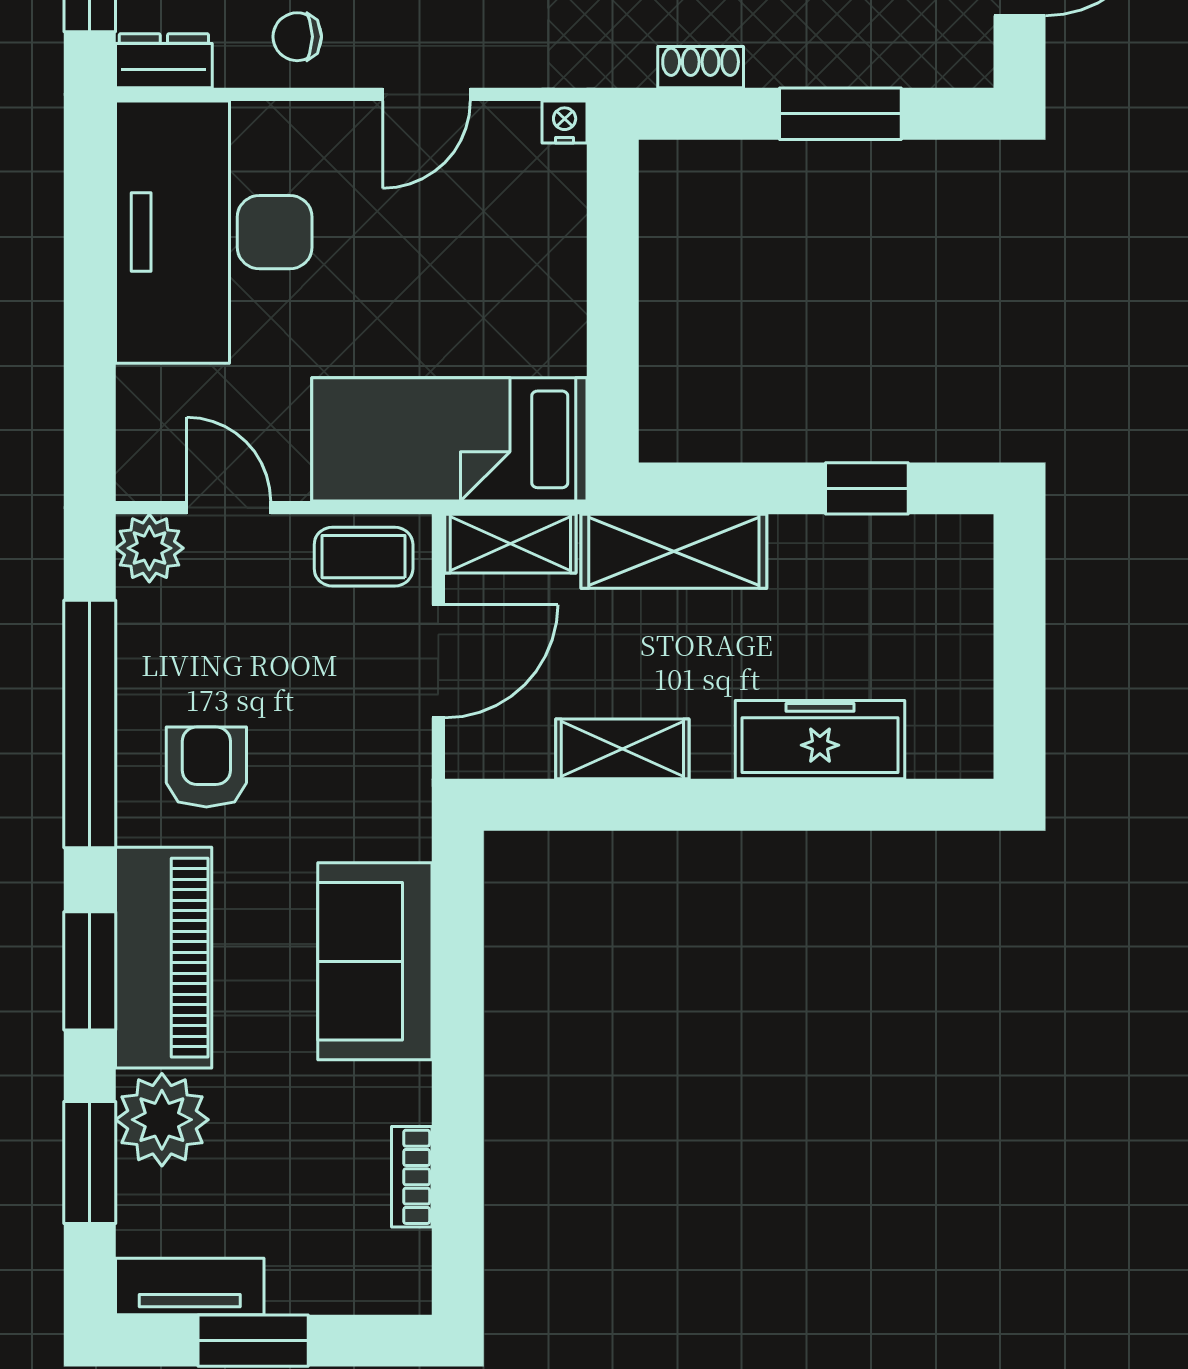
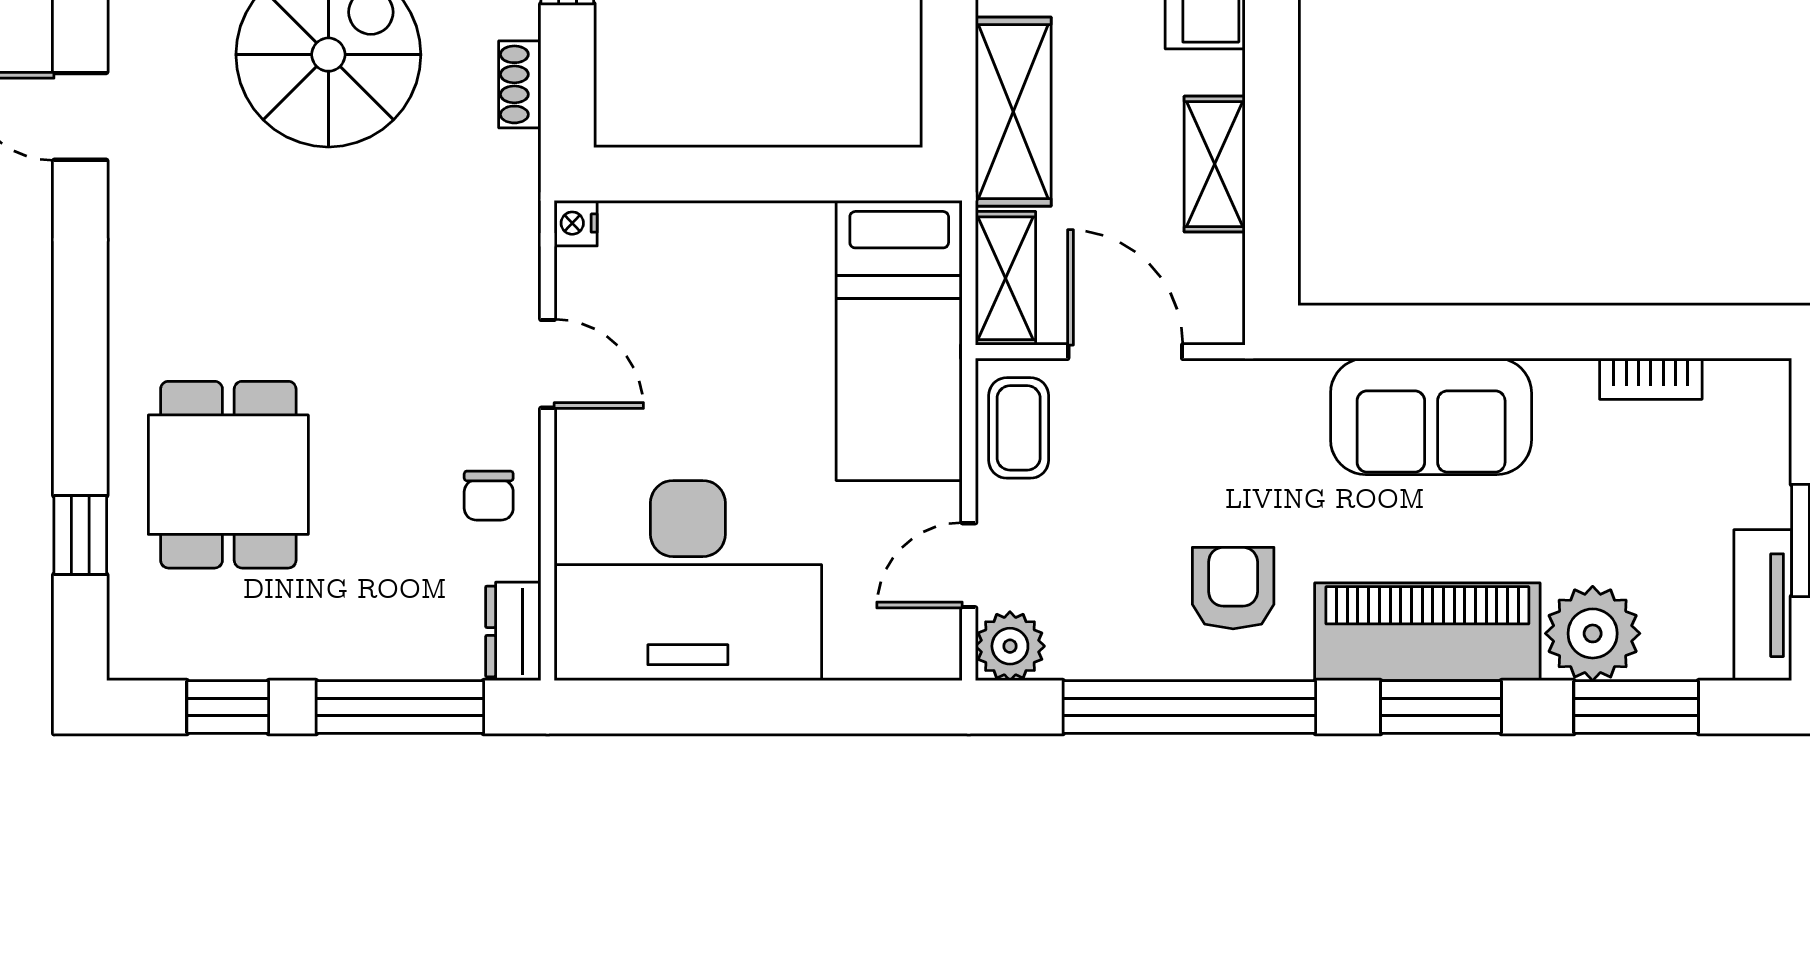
armchair: (206, 767) -> (1233, 588), turned 90

